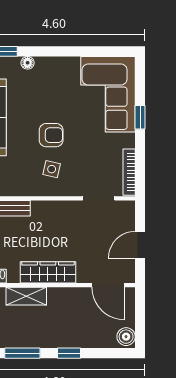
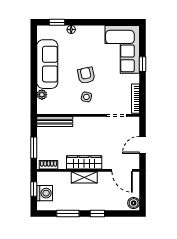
armchair: (51, 135) -> (86, 75), turned -102
shelving: (26, 296) -> (84, 177), moved

